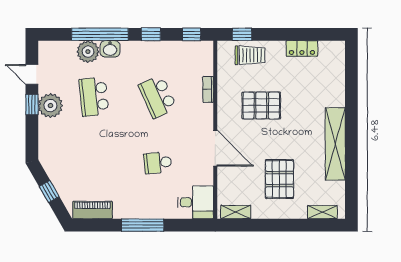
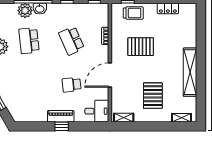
door: (215, 148) -> (110, 75), swing flipped
piano: (92, 210) -> (61, 116), moved
window: (143, 225) -> (62, 126), width x0.46

